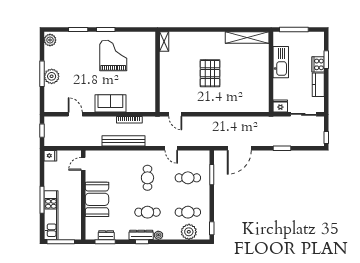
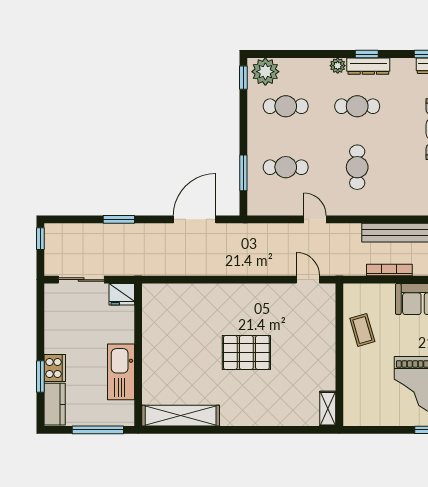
pallet: (210, 73) -> (246, 352), turned 90
kitchen counter: (318, 85) -> (55, 404), moved
coffee table: (145, 86) -> (362, 330), added
plant: (189, 232) -> (265, 72), moved

